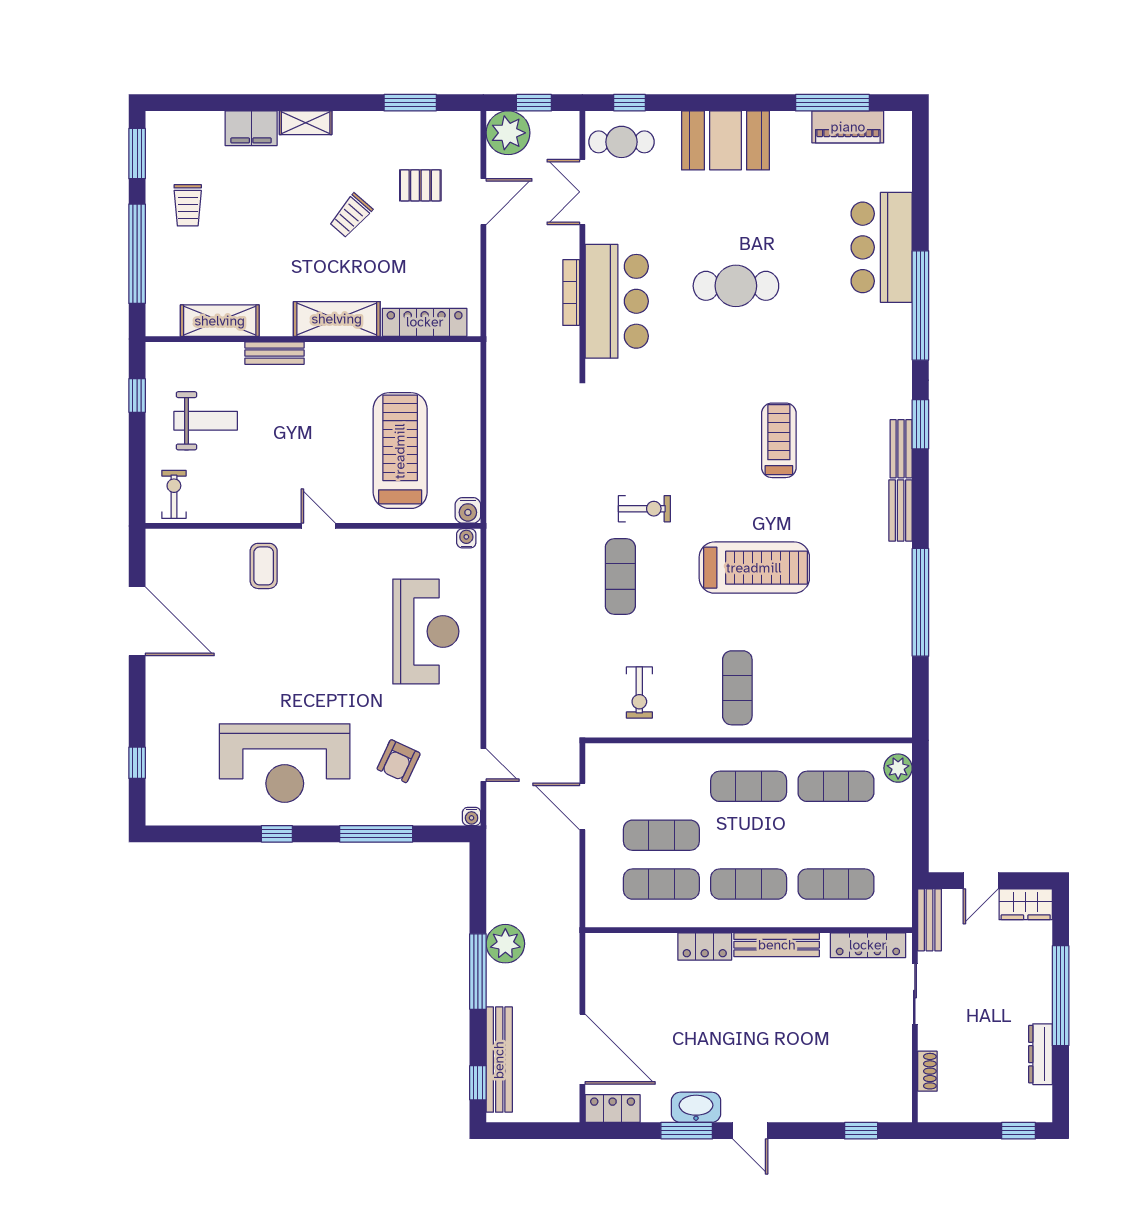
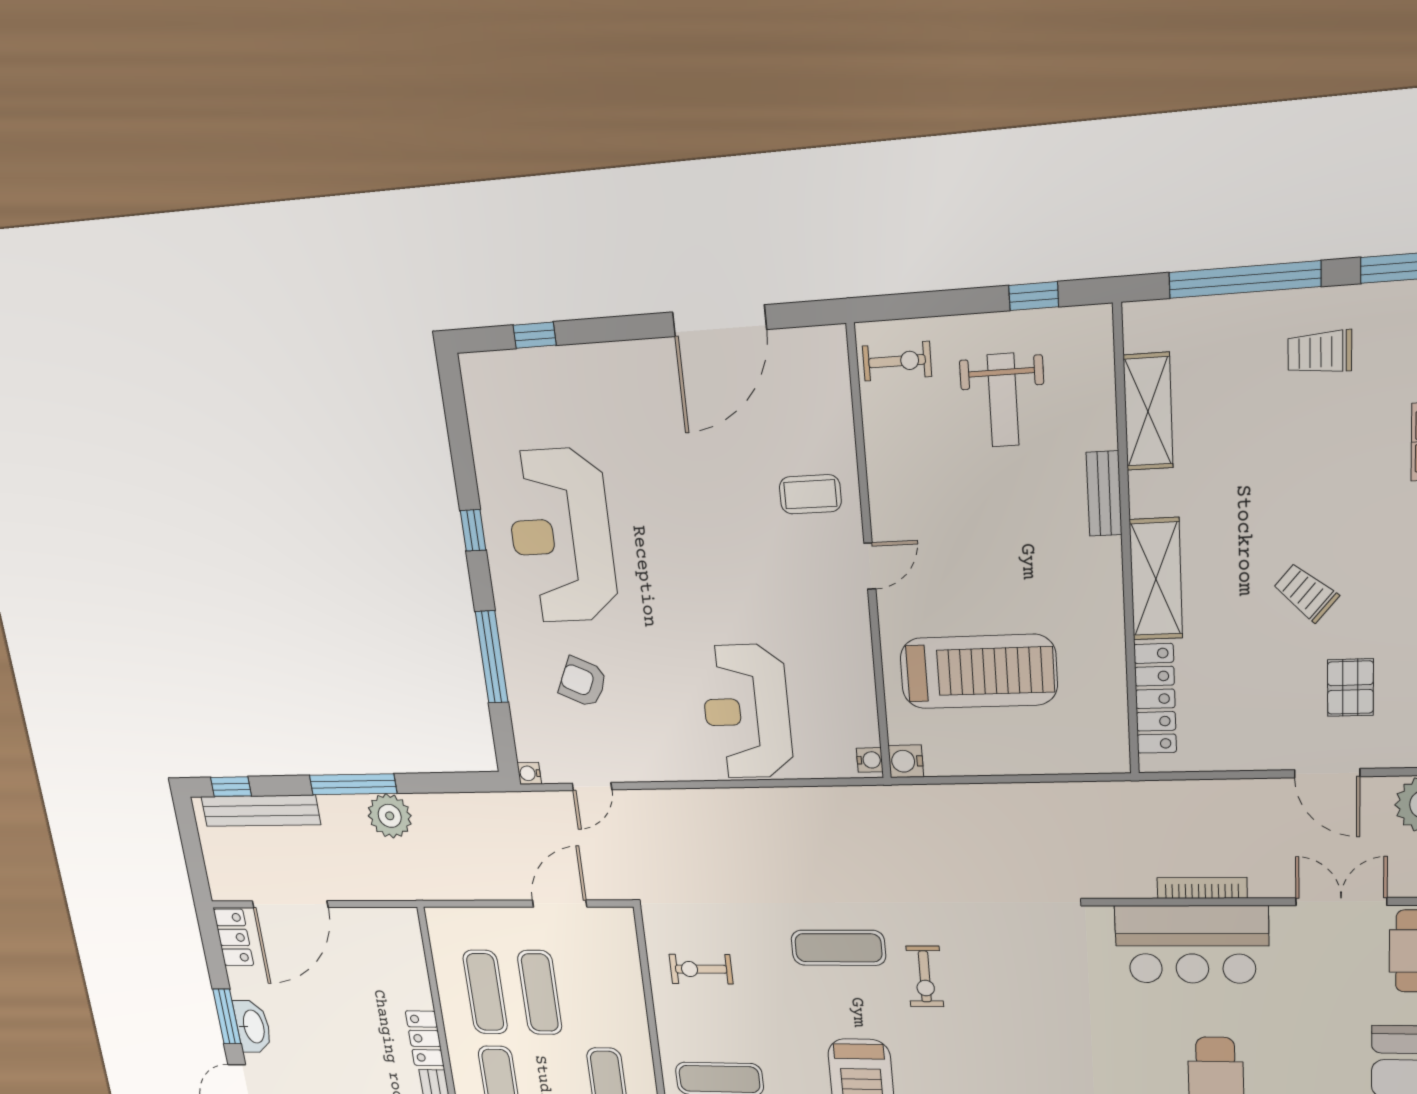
reception desk: (426, 631) -> (747, 712), turned 90

